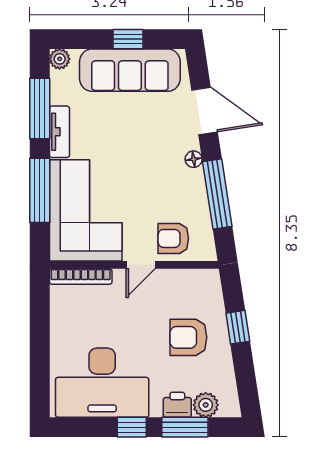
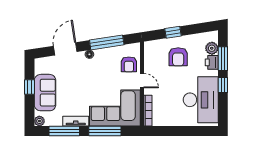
sofa: (130, 70) -> (45, 93), width x0.73

